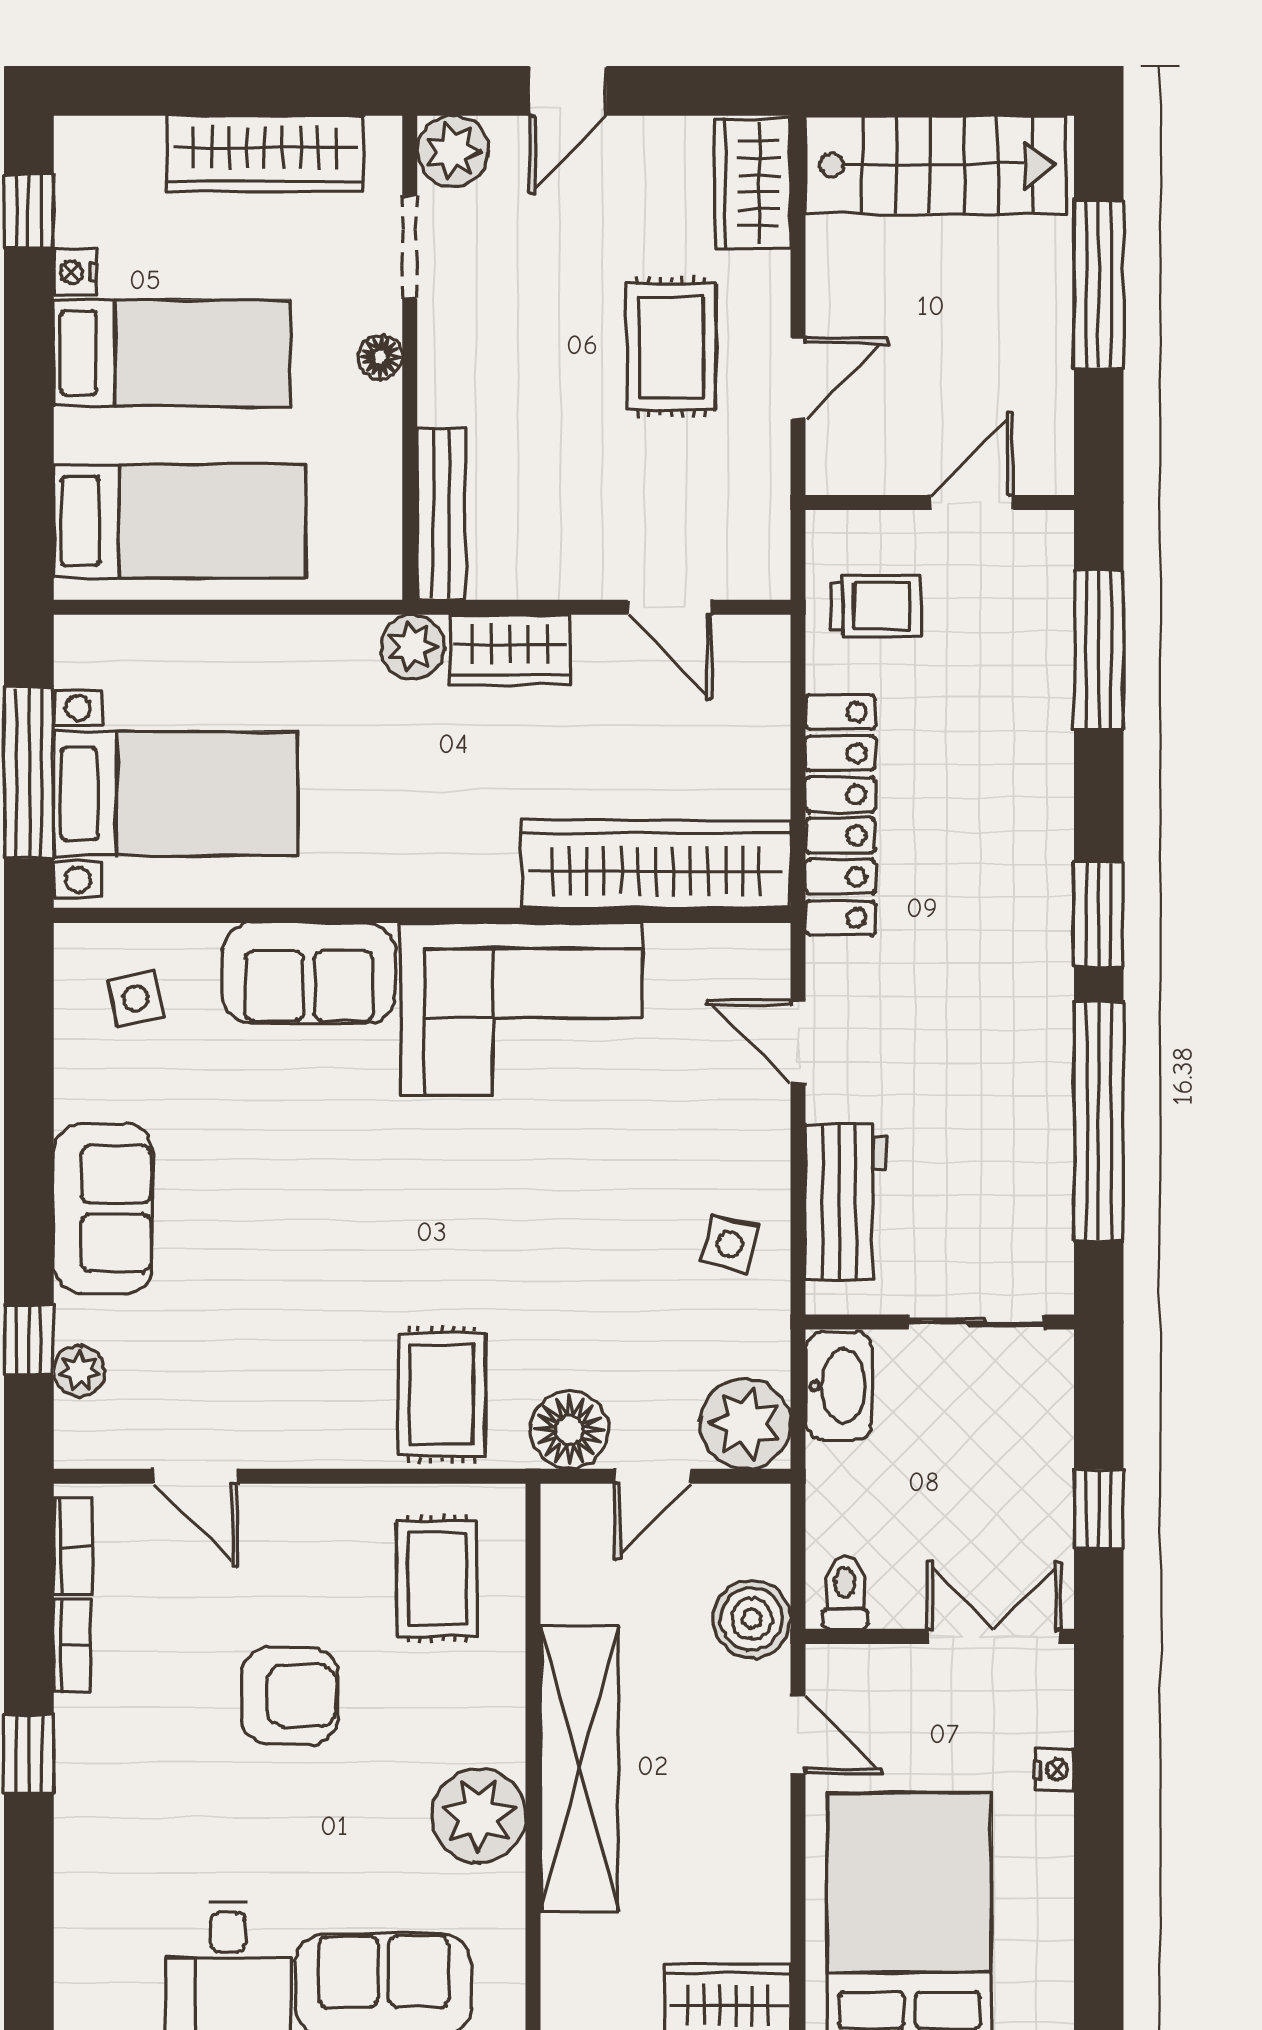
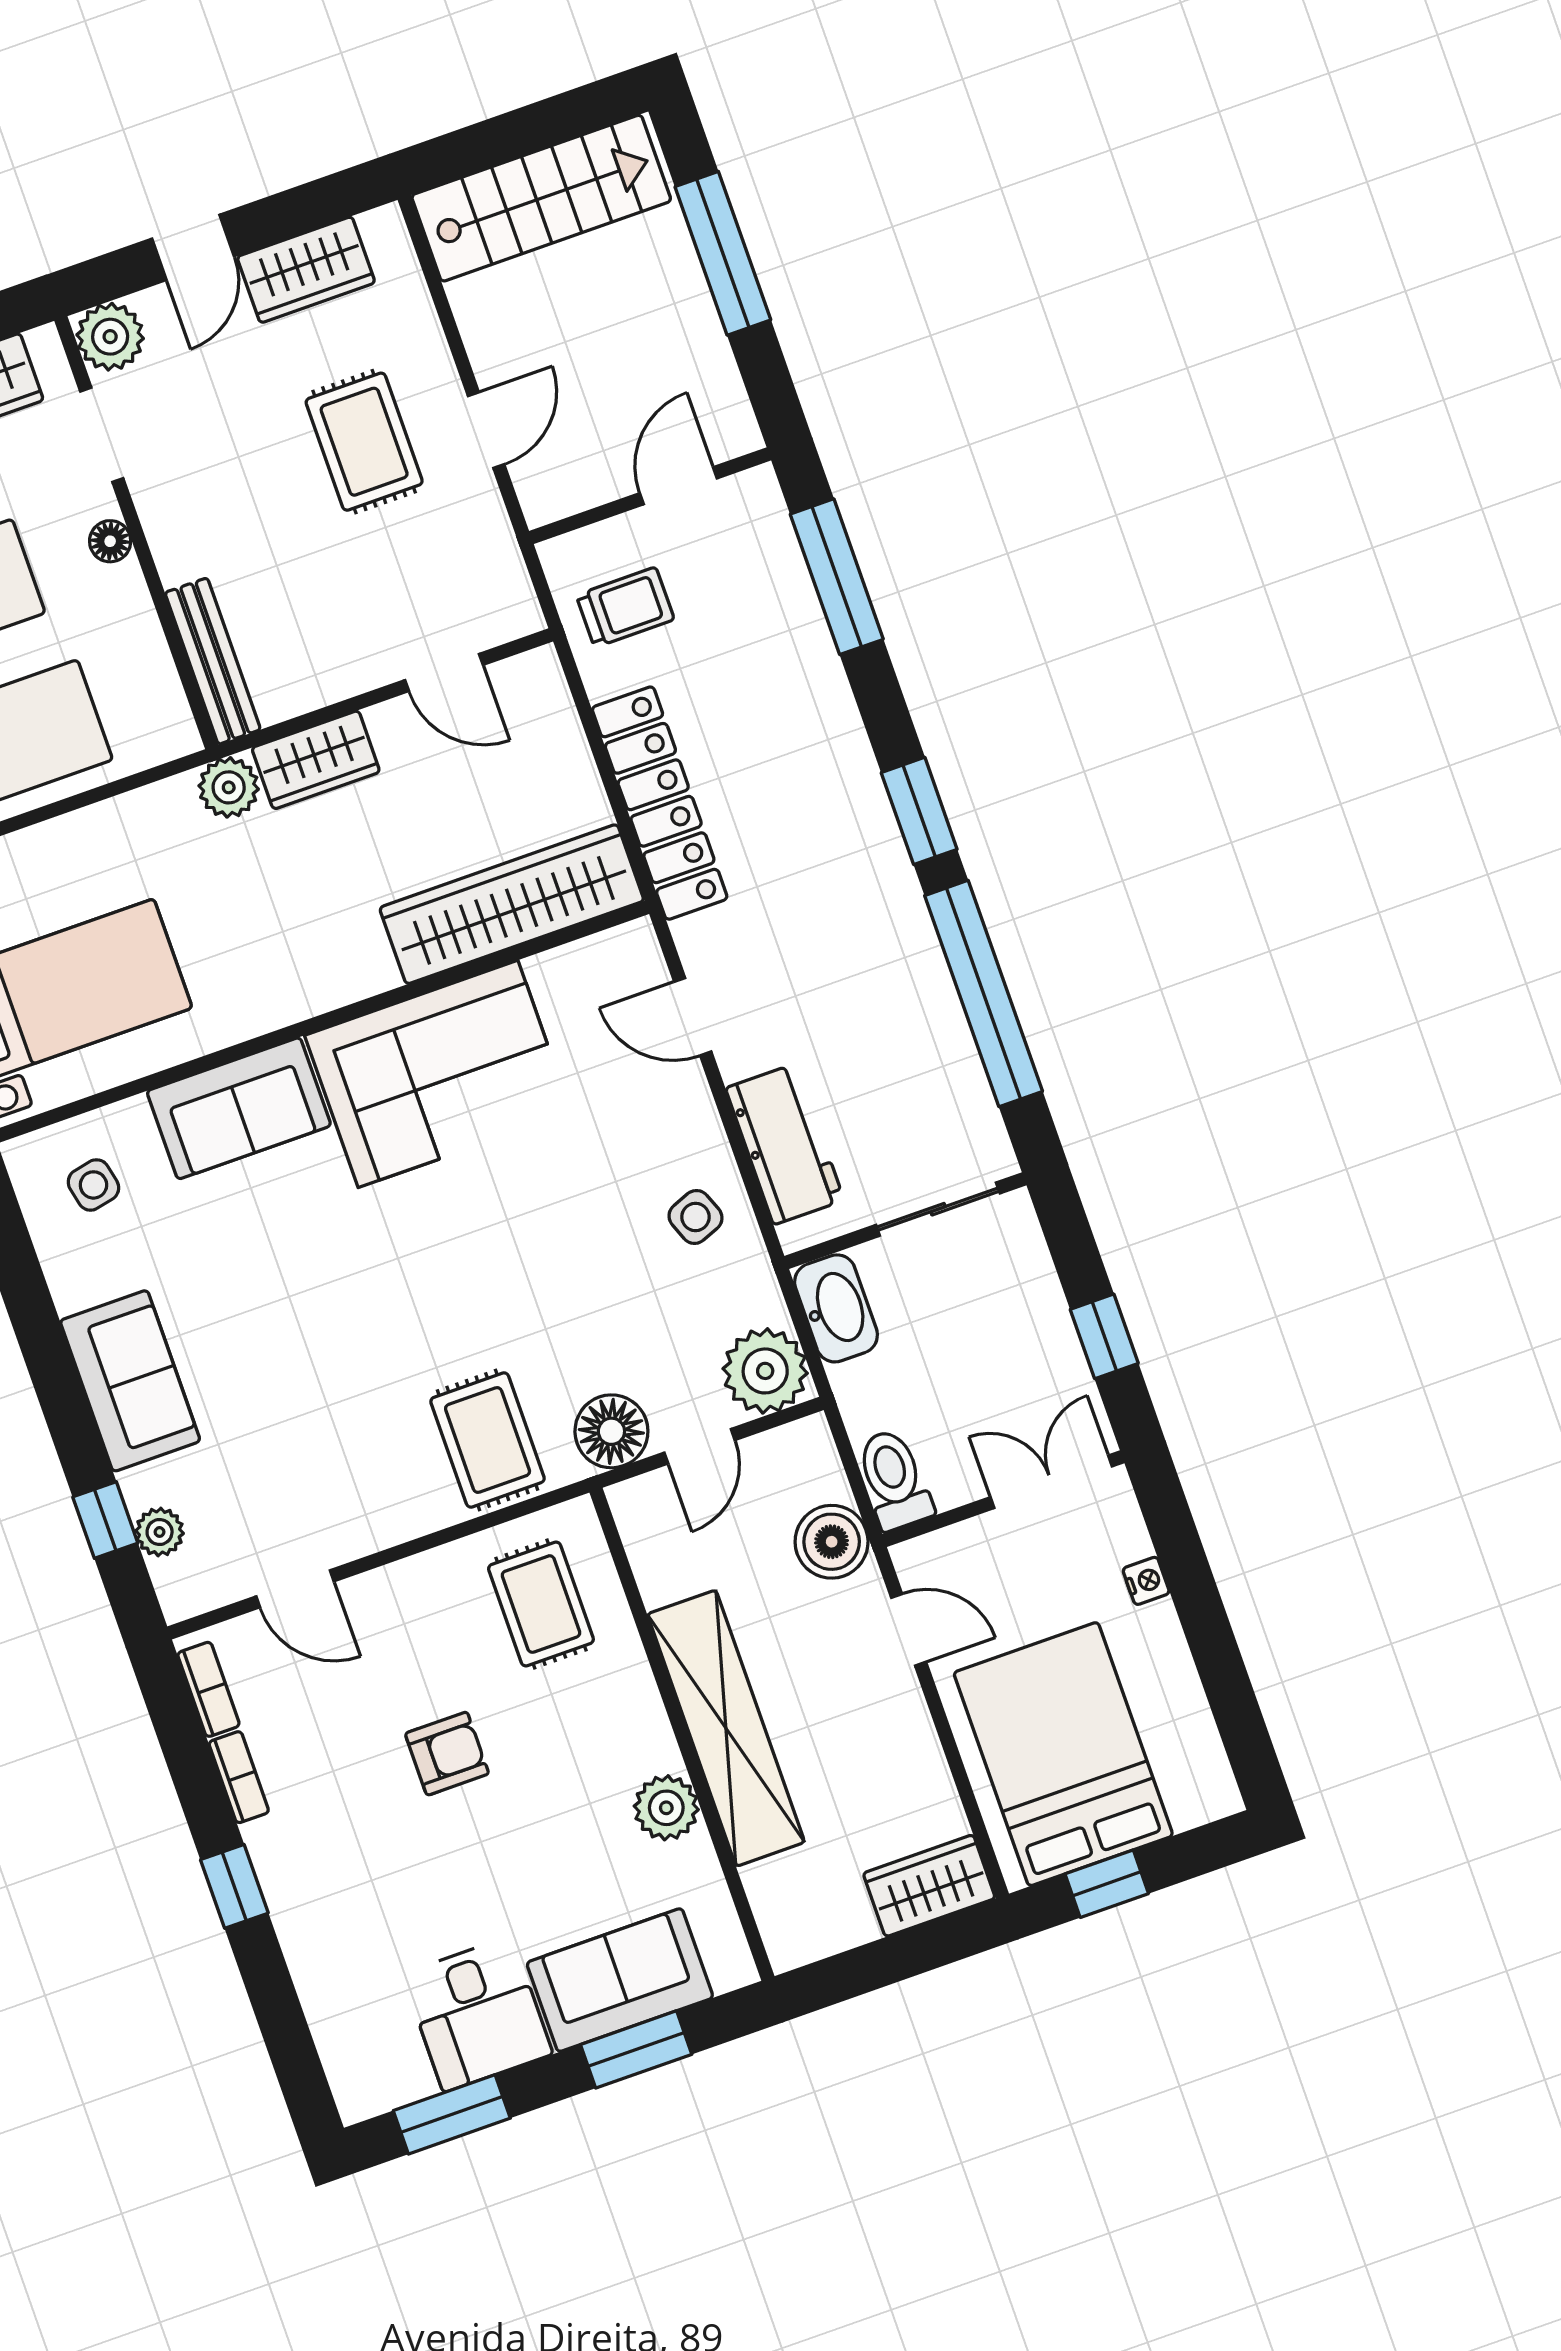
wardrobe: (753, 183) -> (306, 270), moved, turned -90
side table: (730, 1244) -> (696, 1217), turned -35
toilet: (845, 1593) -> (894, 1480), width x1.37, depth x1.39
armchair: (290, 1696) -> (447, 1754), width x0.72, depth x0.72
plant: (479, 1815) -> (666, 1808), width x0.73, depth x0.73

